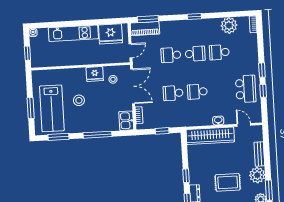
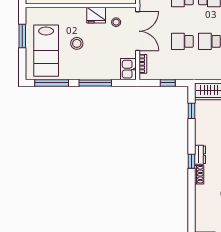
window: (31, 108) -> (22, 36), moved
window: (59, 137) -> (52, 83), width x1.44
window: (186, 176) -> (191, 111), moved

